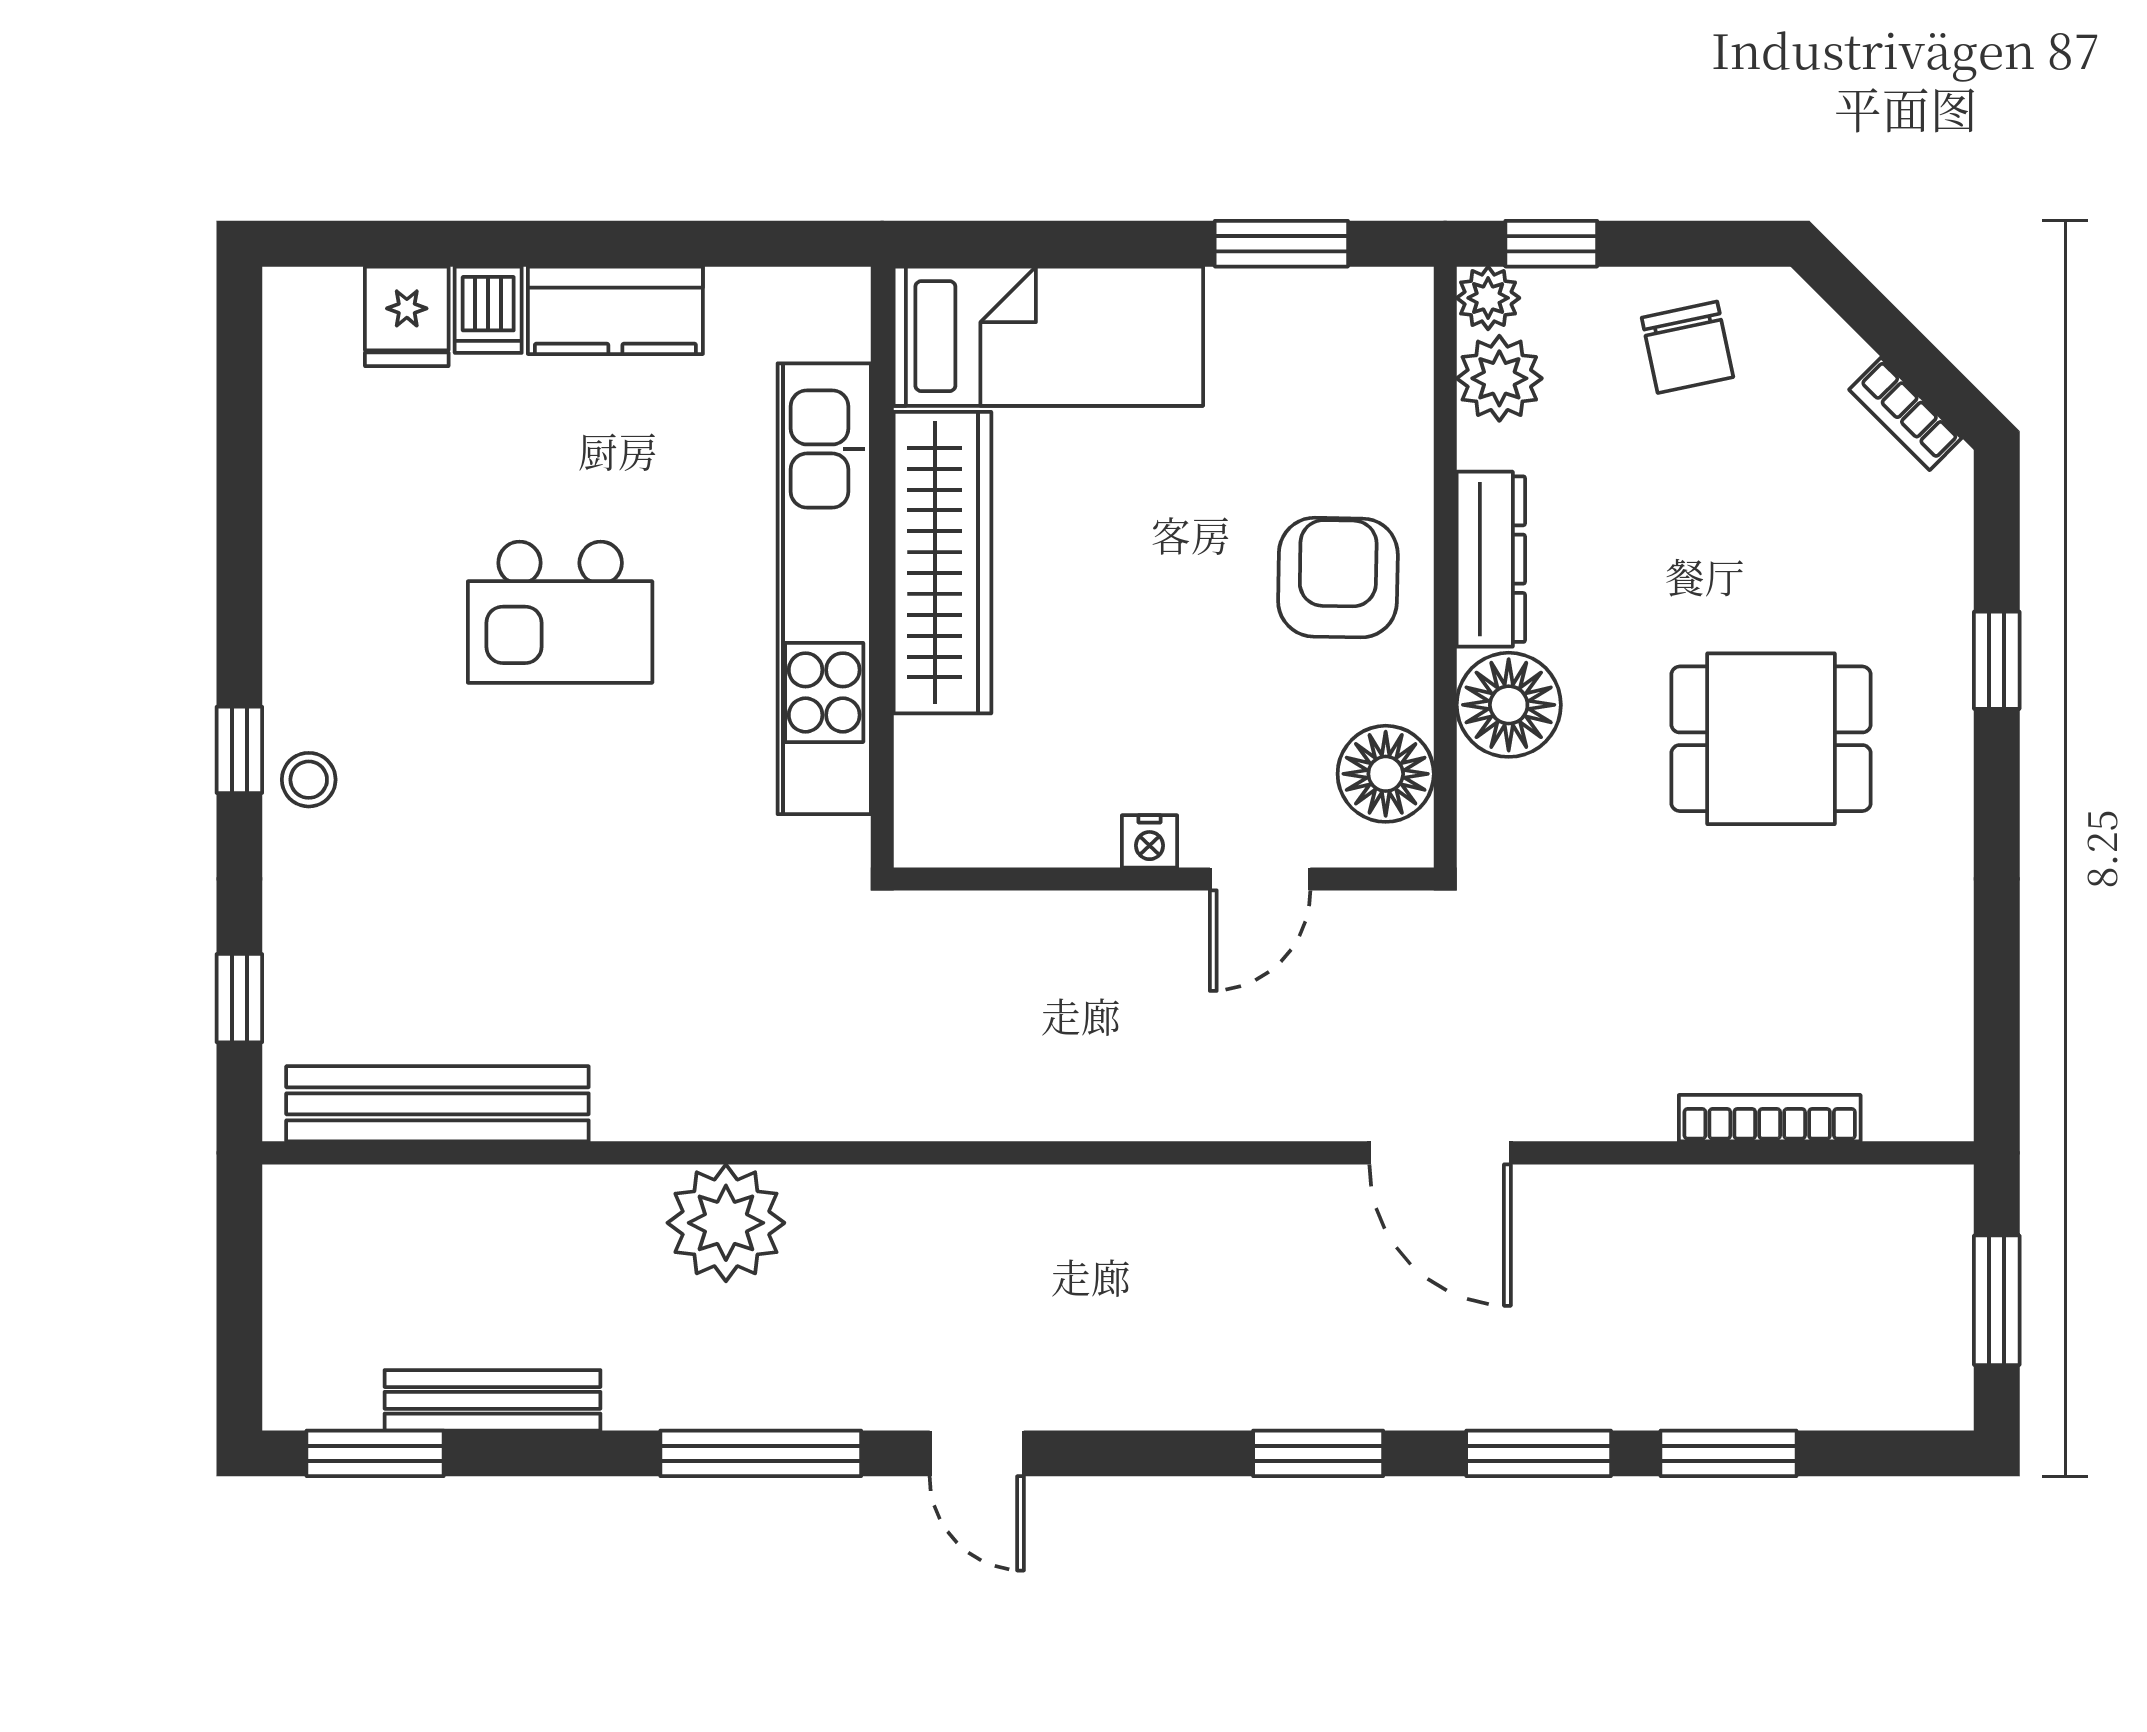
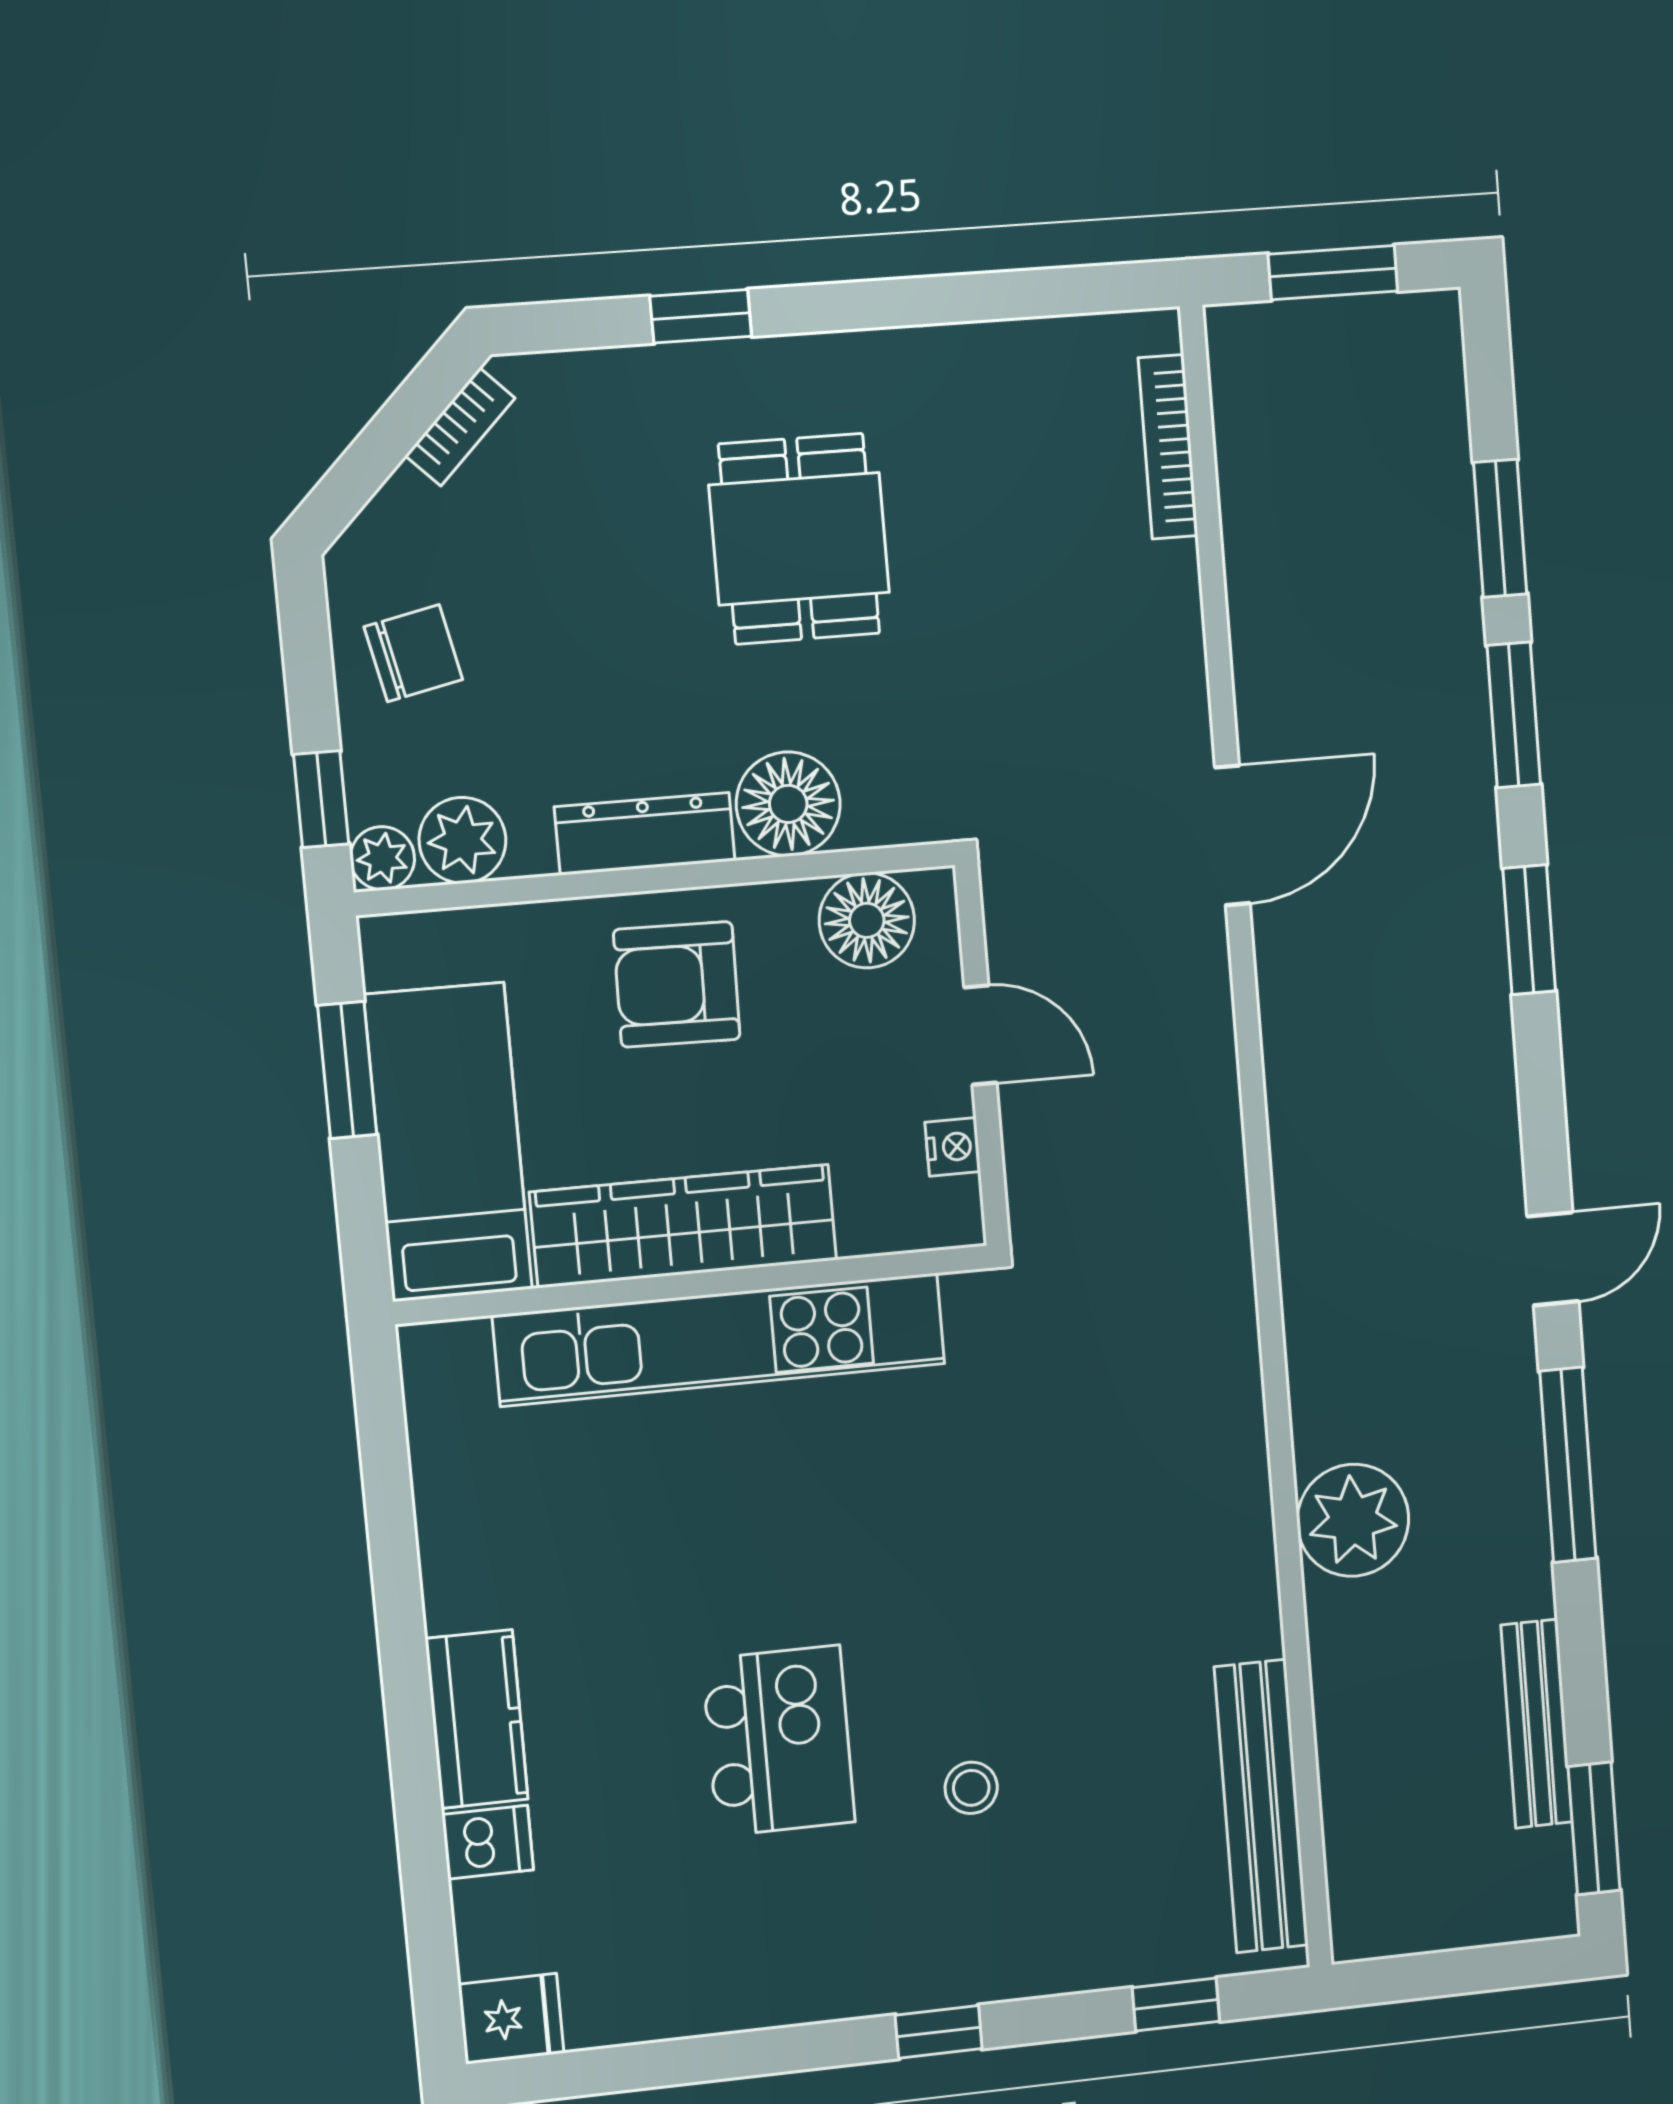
fridge: (407, 316) -> (511, 2019), moved
bed: (1048, 336) -> (448, 1142), moved
wardrobe: (942, 563) -> (683, 1226), moved
wall: (882, 567) -> (693, 1285), moved
kitchen unit: (824, 589) -> (720, 1340), moved
stool: (309, 780) -> (971, 1788), moved
bookcase: (1770, 1118) -> (1168, 447), moved

